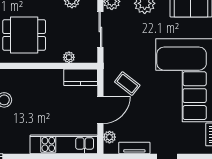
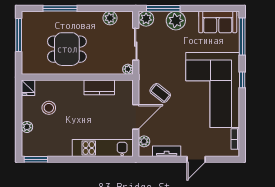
plant: (69, 57) -> (128, 69), moved
kitchen counter: (81, 77) -> (99, 87), moved

